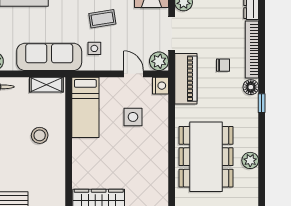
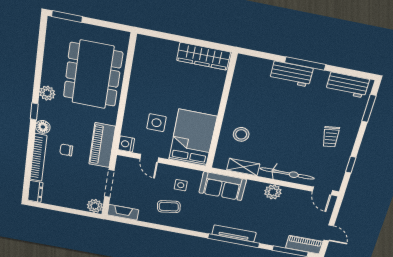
sofa: (49, 57) -> (223, 186), width x0.73
plant: (159, 61) -> (124, 164), removed
shelving: (46, 85) -> (243, 167), moved
bed: (85, 107) -> (193, 138), width x1.50
stool: (40, 135) -> (241, 134), moved
plant: (250, 160) -> (47, 93), moved

